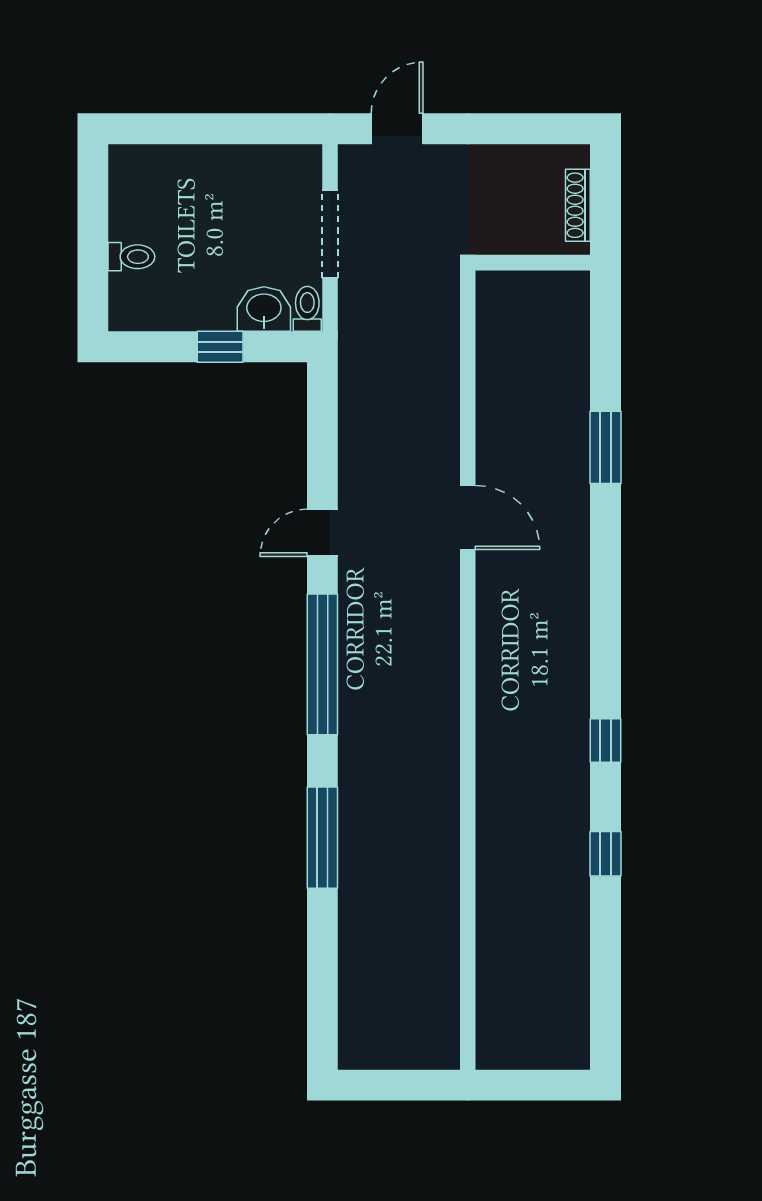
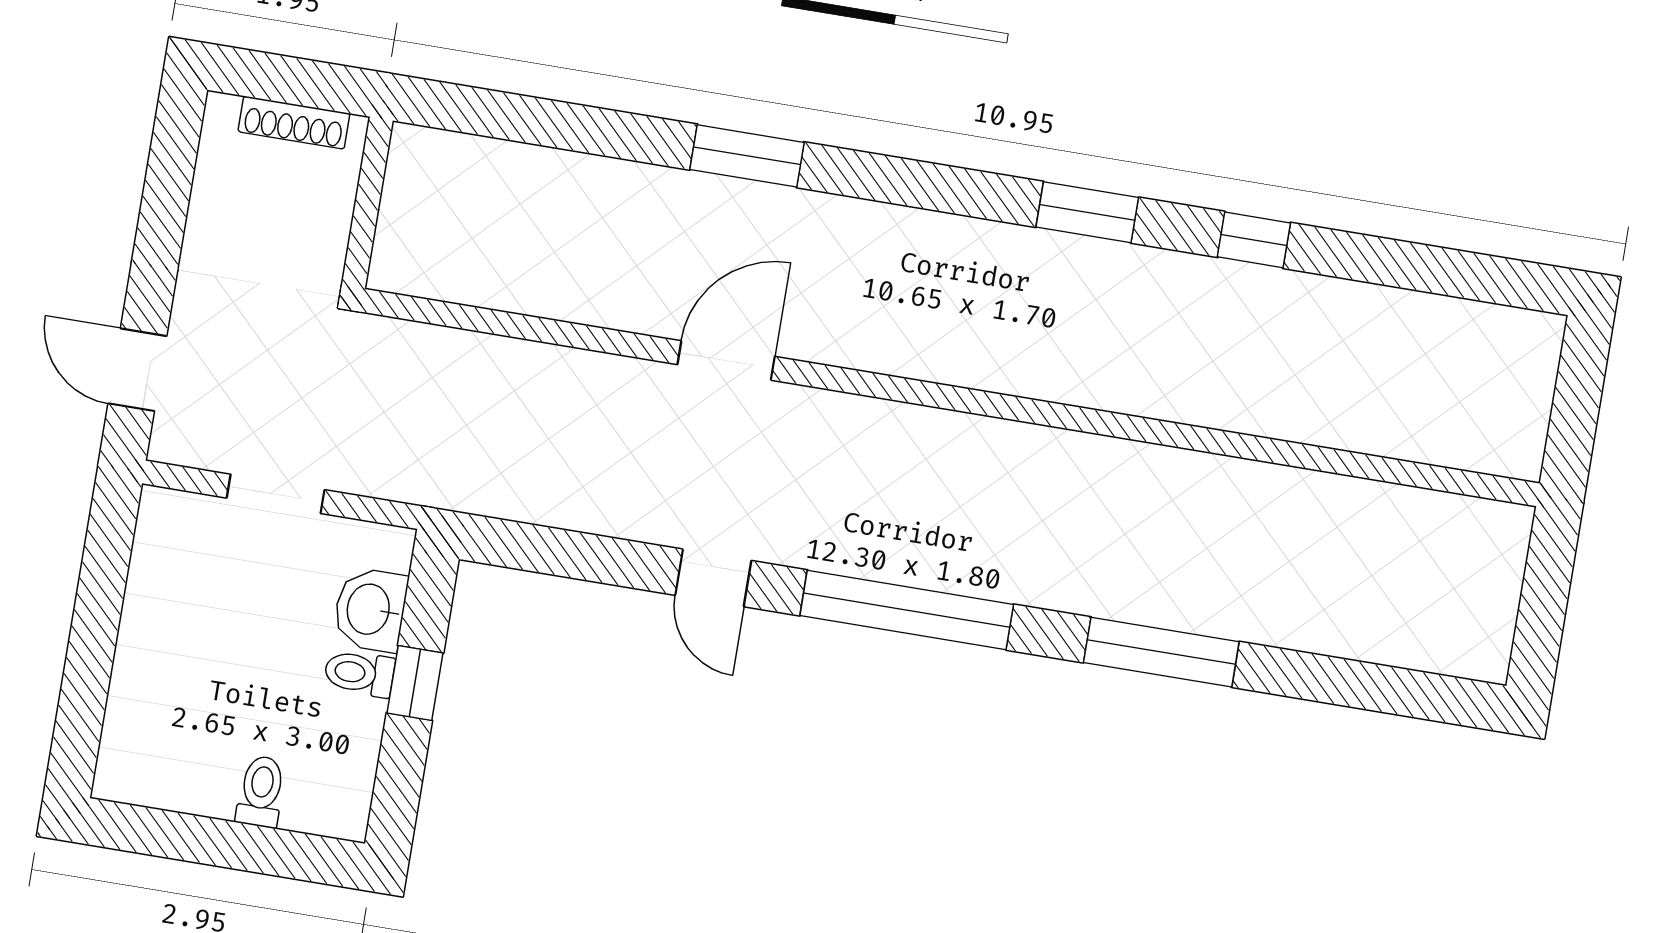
doorway: (330, 234) -> (276, 494), width x0.73
toilet: (307, 309) -> (359, 673), moved
window: (606, 447) -> (747, 156), moved
window: (606, 740) -> (1087, 212), width x1.50

